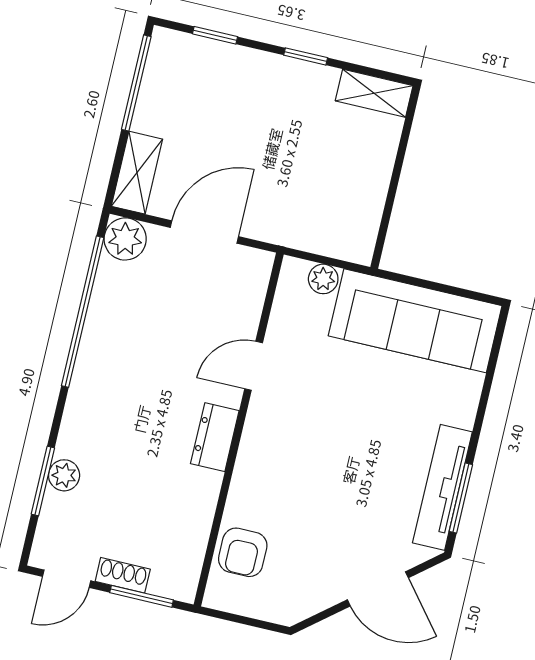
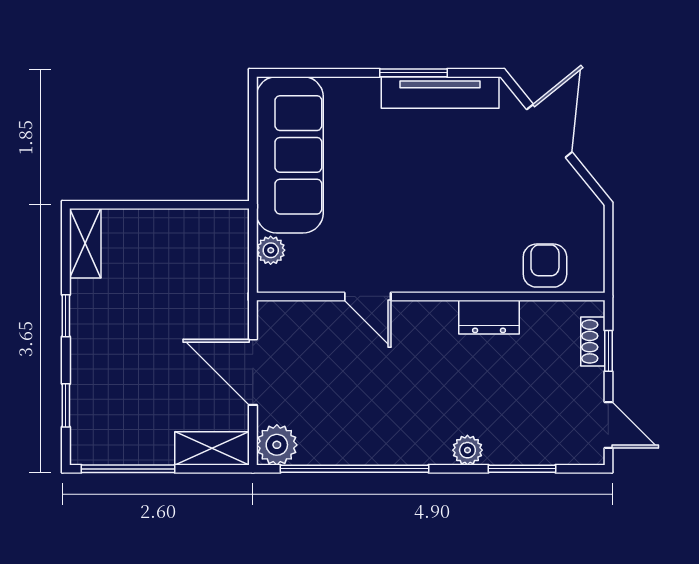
dresser: (215, 437) -> (489, 317), moved
plant: (64, 475) -> (467, 450), moved
window: (461, 498) -> (414, 73), moved
armchair: (243, 552) -> (545, 266), turned -90
shoe rack: (123, 575) -> (593, 342), moved
window: (142, 596) -> (608, 351), width x0.67

